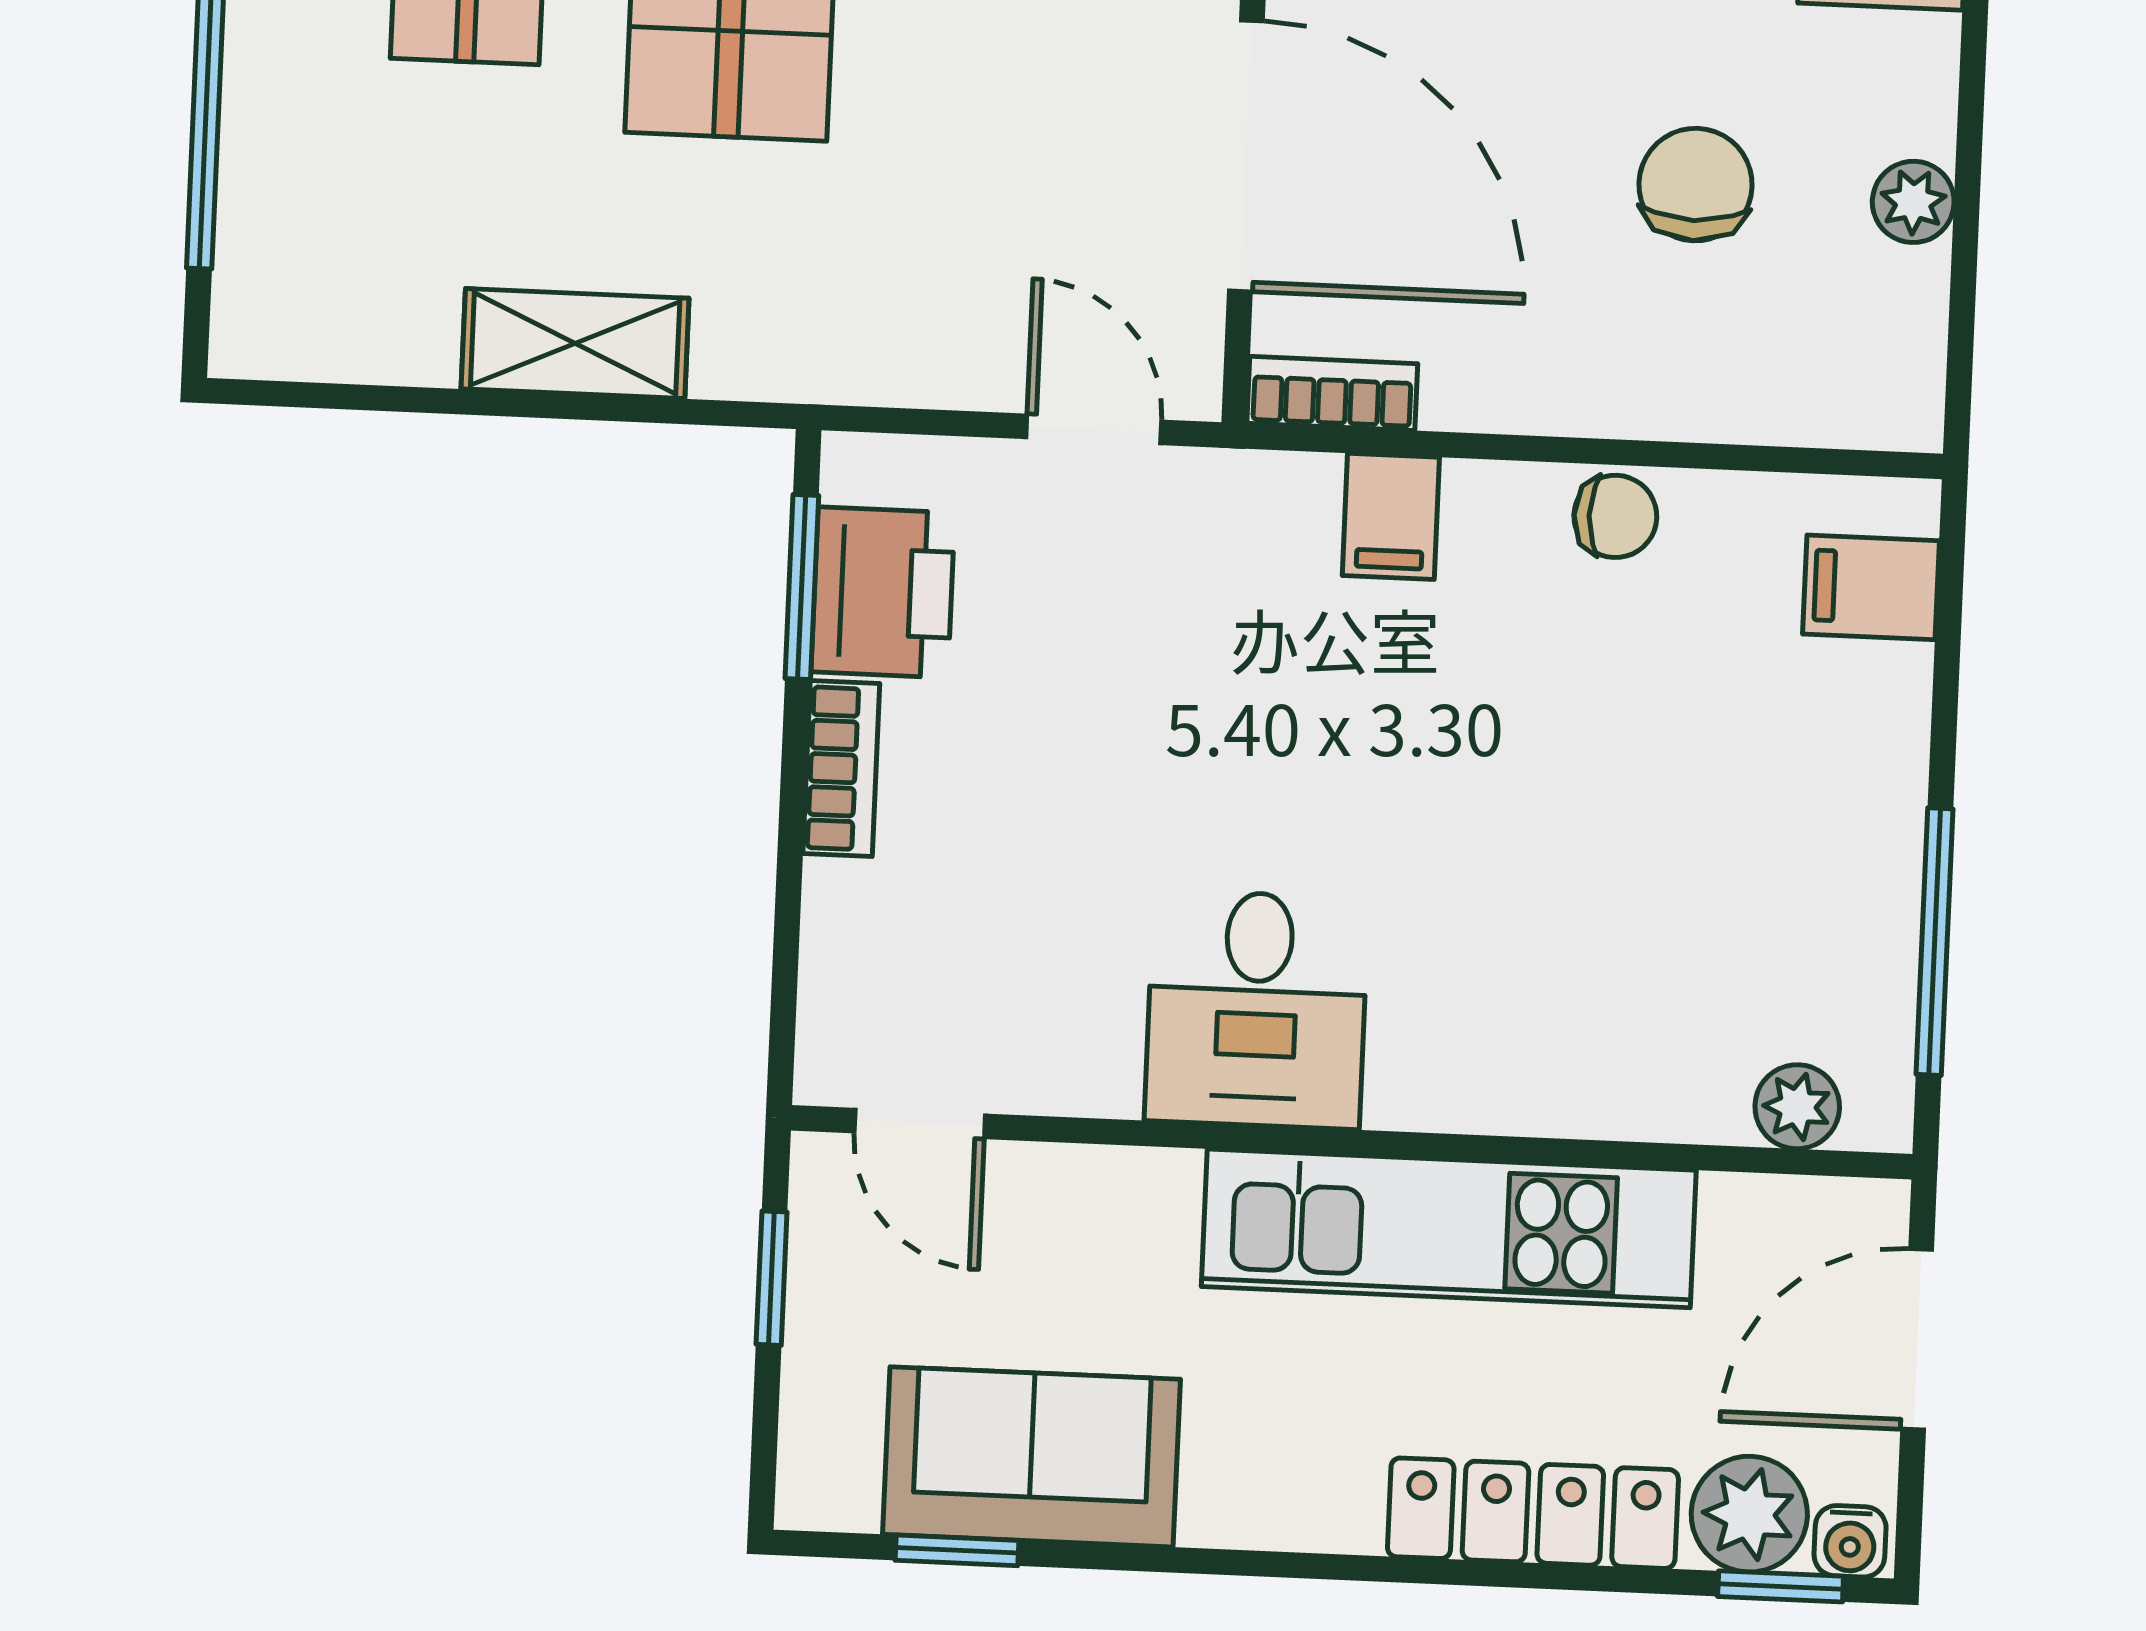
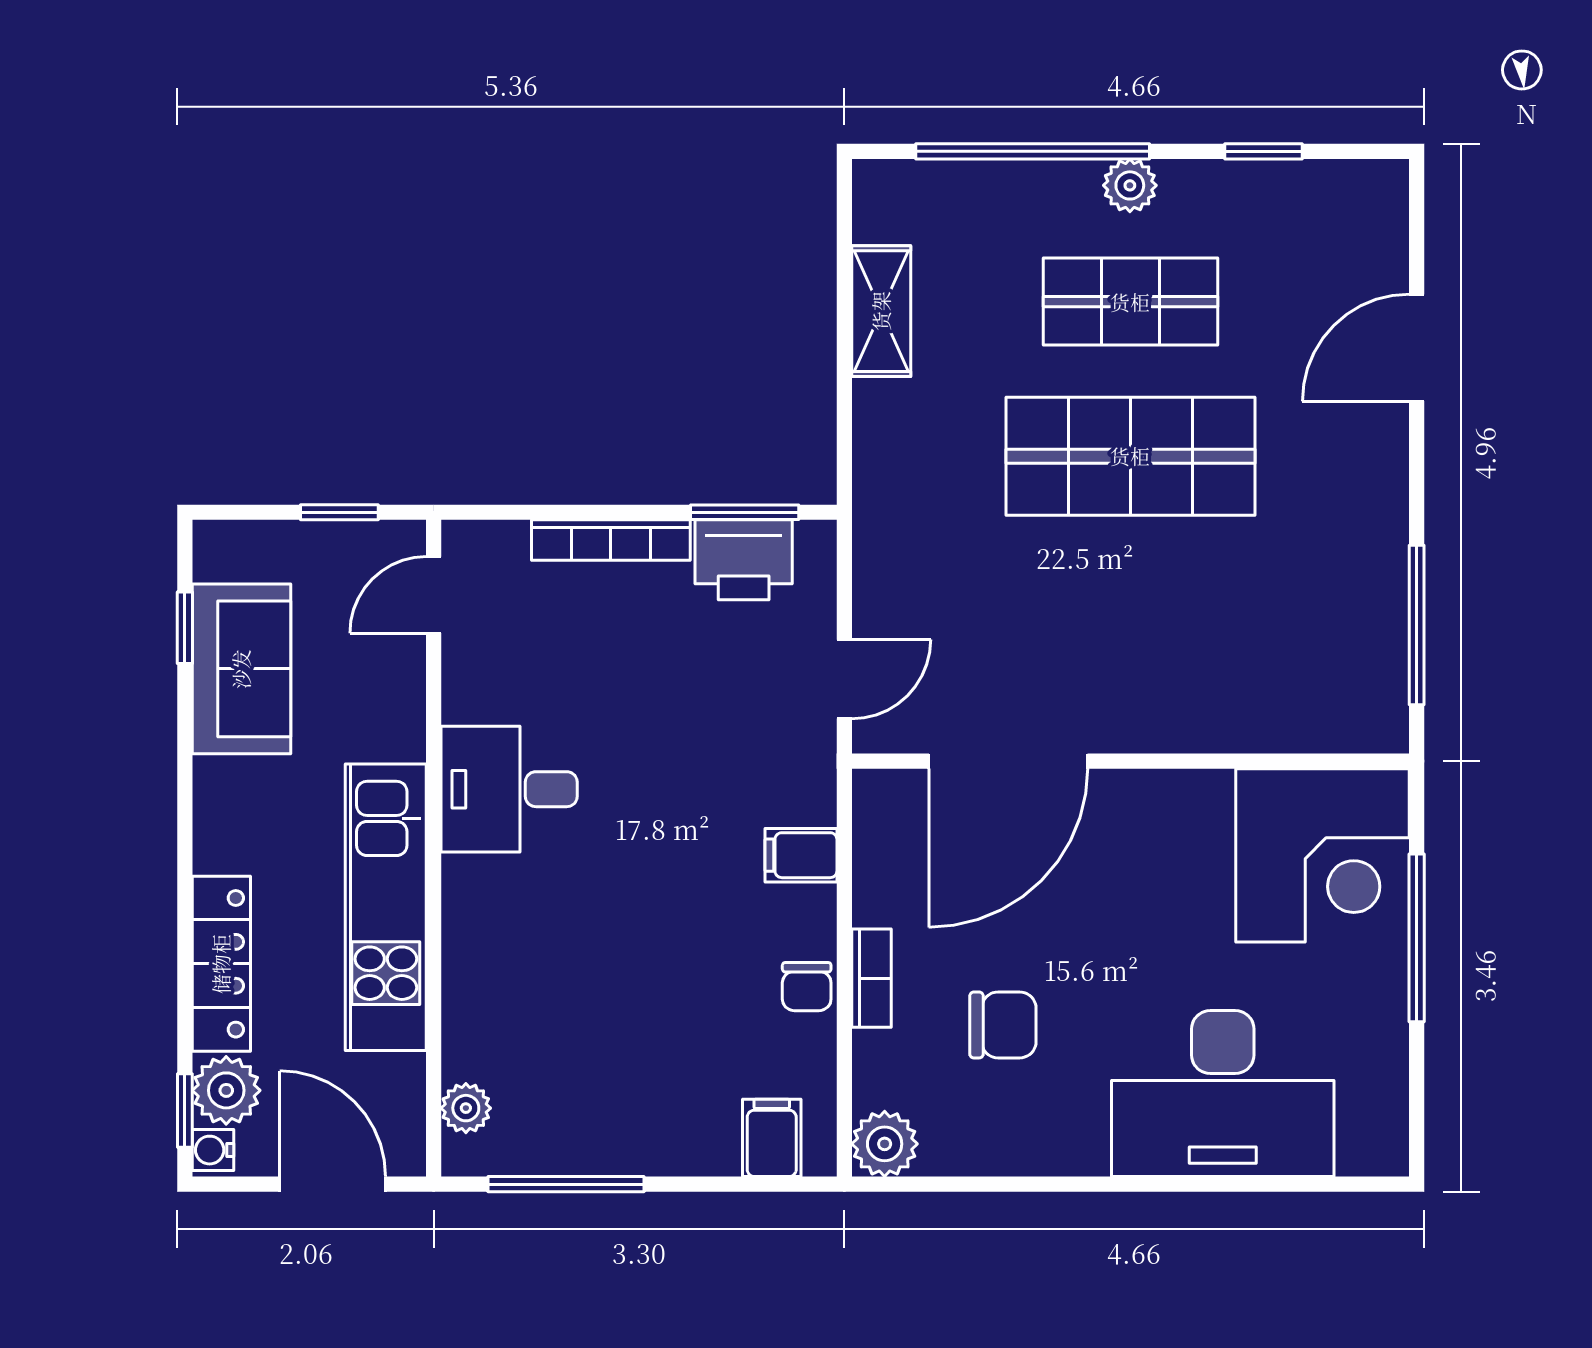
plant: (1913, 202) -> (885, 1144), moved, width x1.38, depth x1.38
shelving: (575, 344) -> (881, 311), moved
bookcase: (1332, 393) -> (871, 978), moved
bookcase: (841, 769) -> (611, 540), width x1.56

